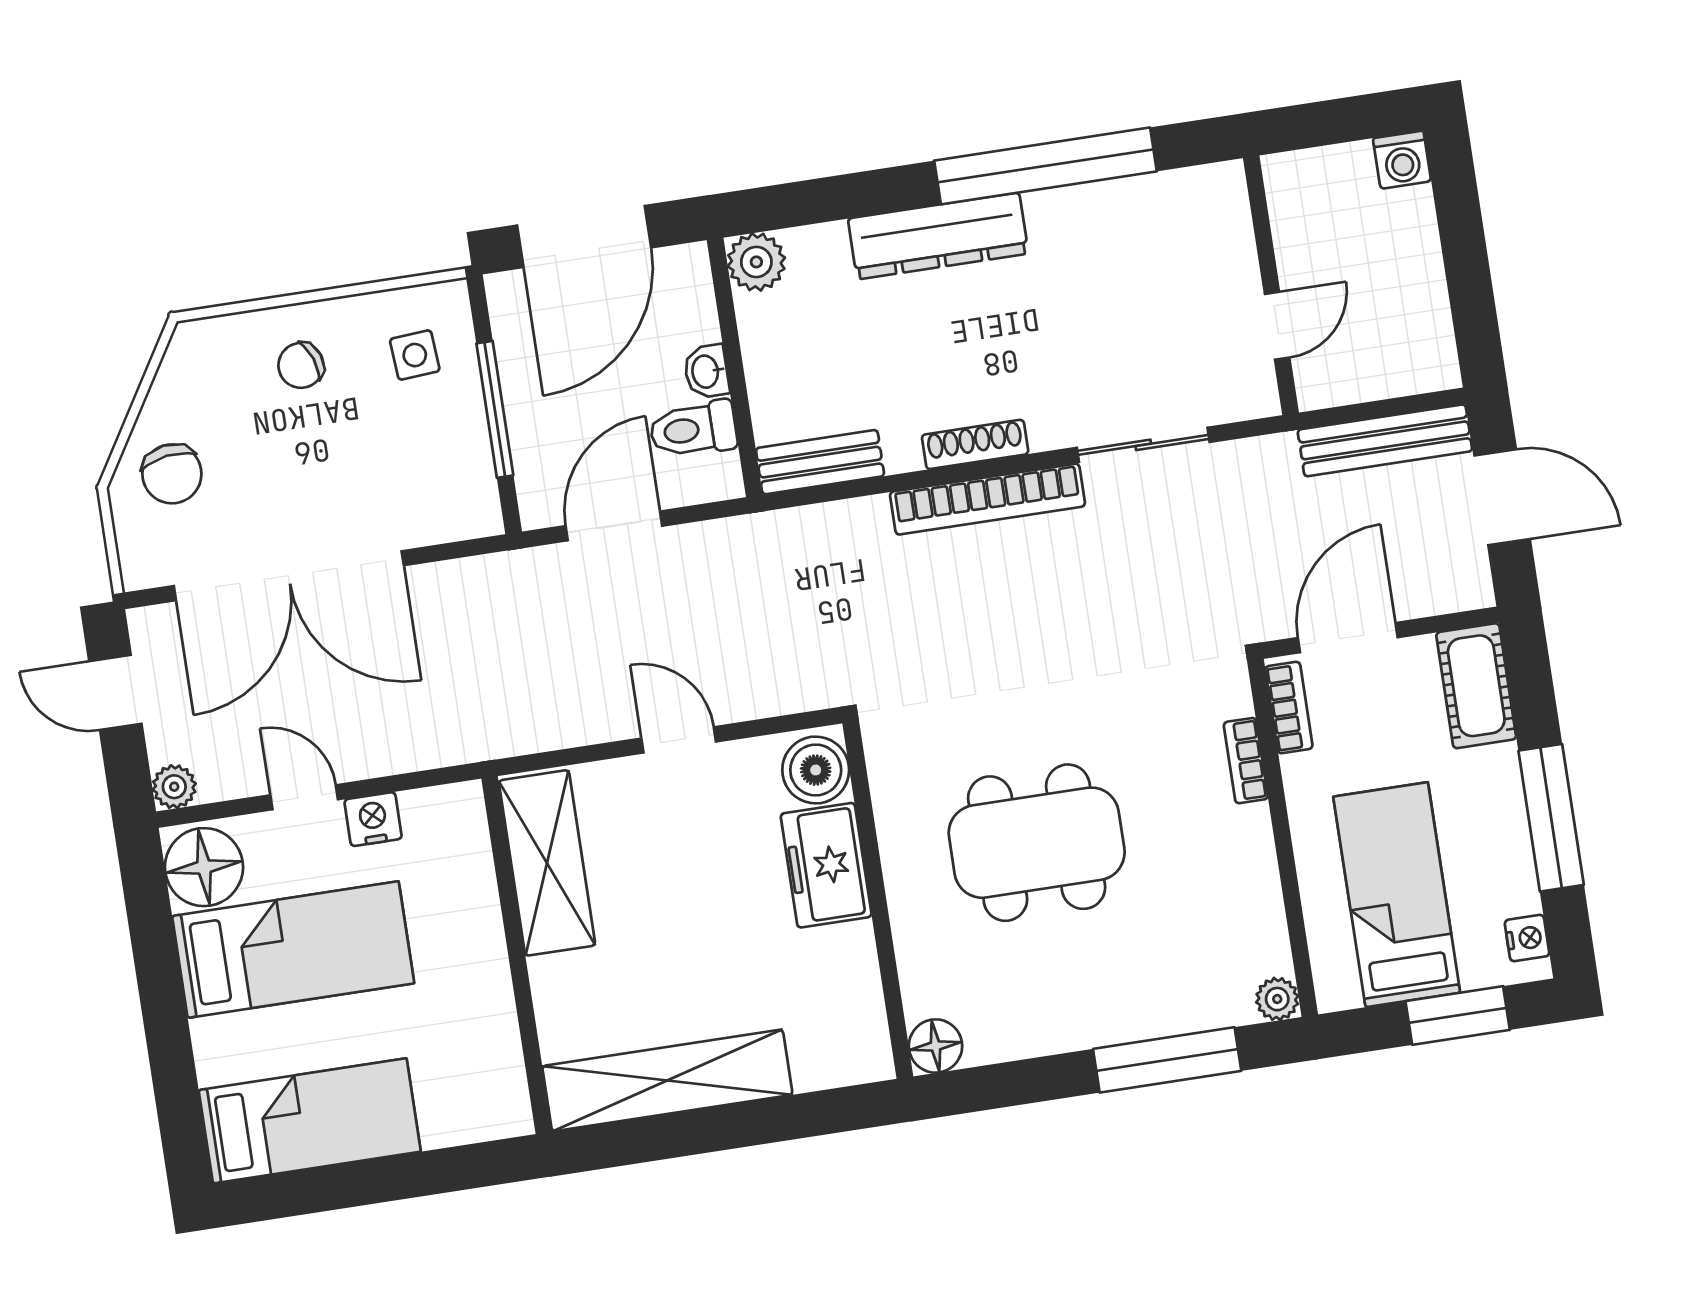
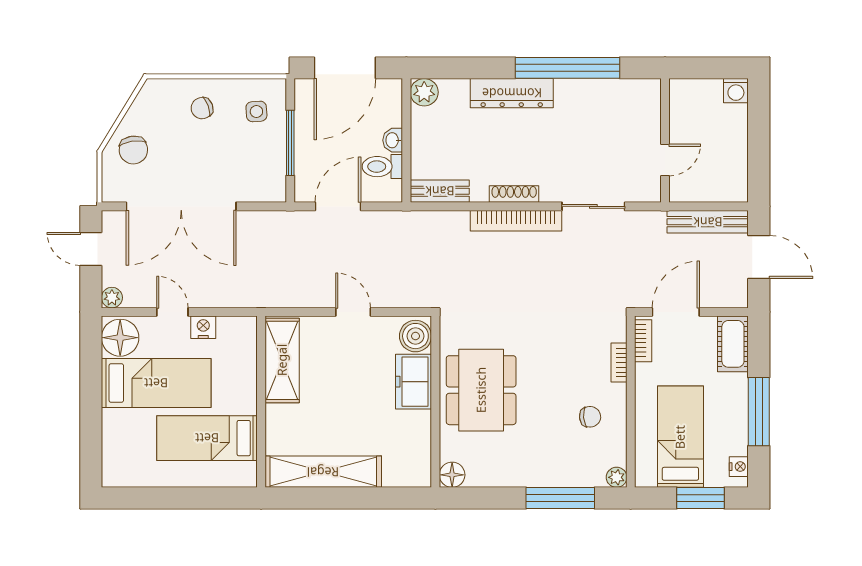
dining table: (1037, 843) -> (481, 390), moved, turned 90
chair: (1203, 882) -> (590, 417), added
bed: (310, 1121) -> (207, 438), moved, turned 180

